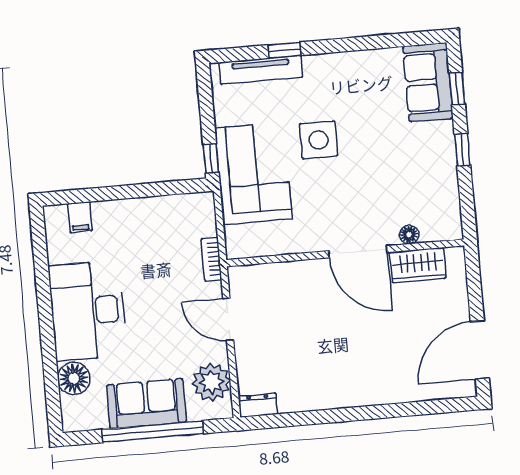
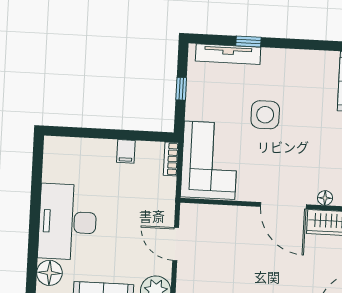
window: (211, 158) -> (181, 89), moved
corner sofa: (253, 173) -> (210, 160), moved
filing cabinet: (80, 217) -> (126, 151), moved
bookcase: (211, 259) -> (171, 159), moved

